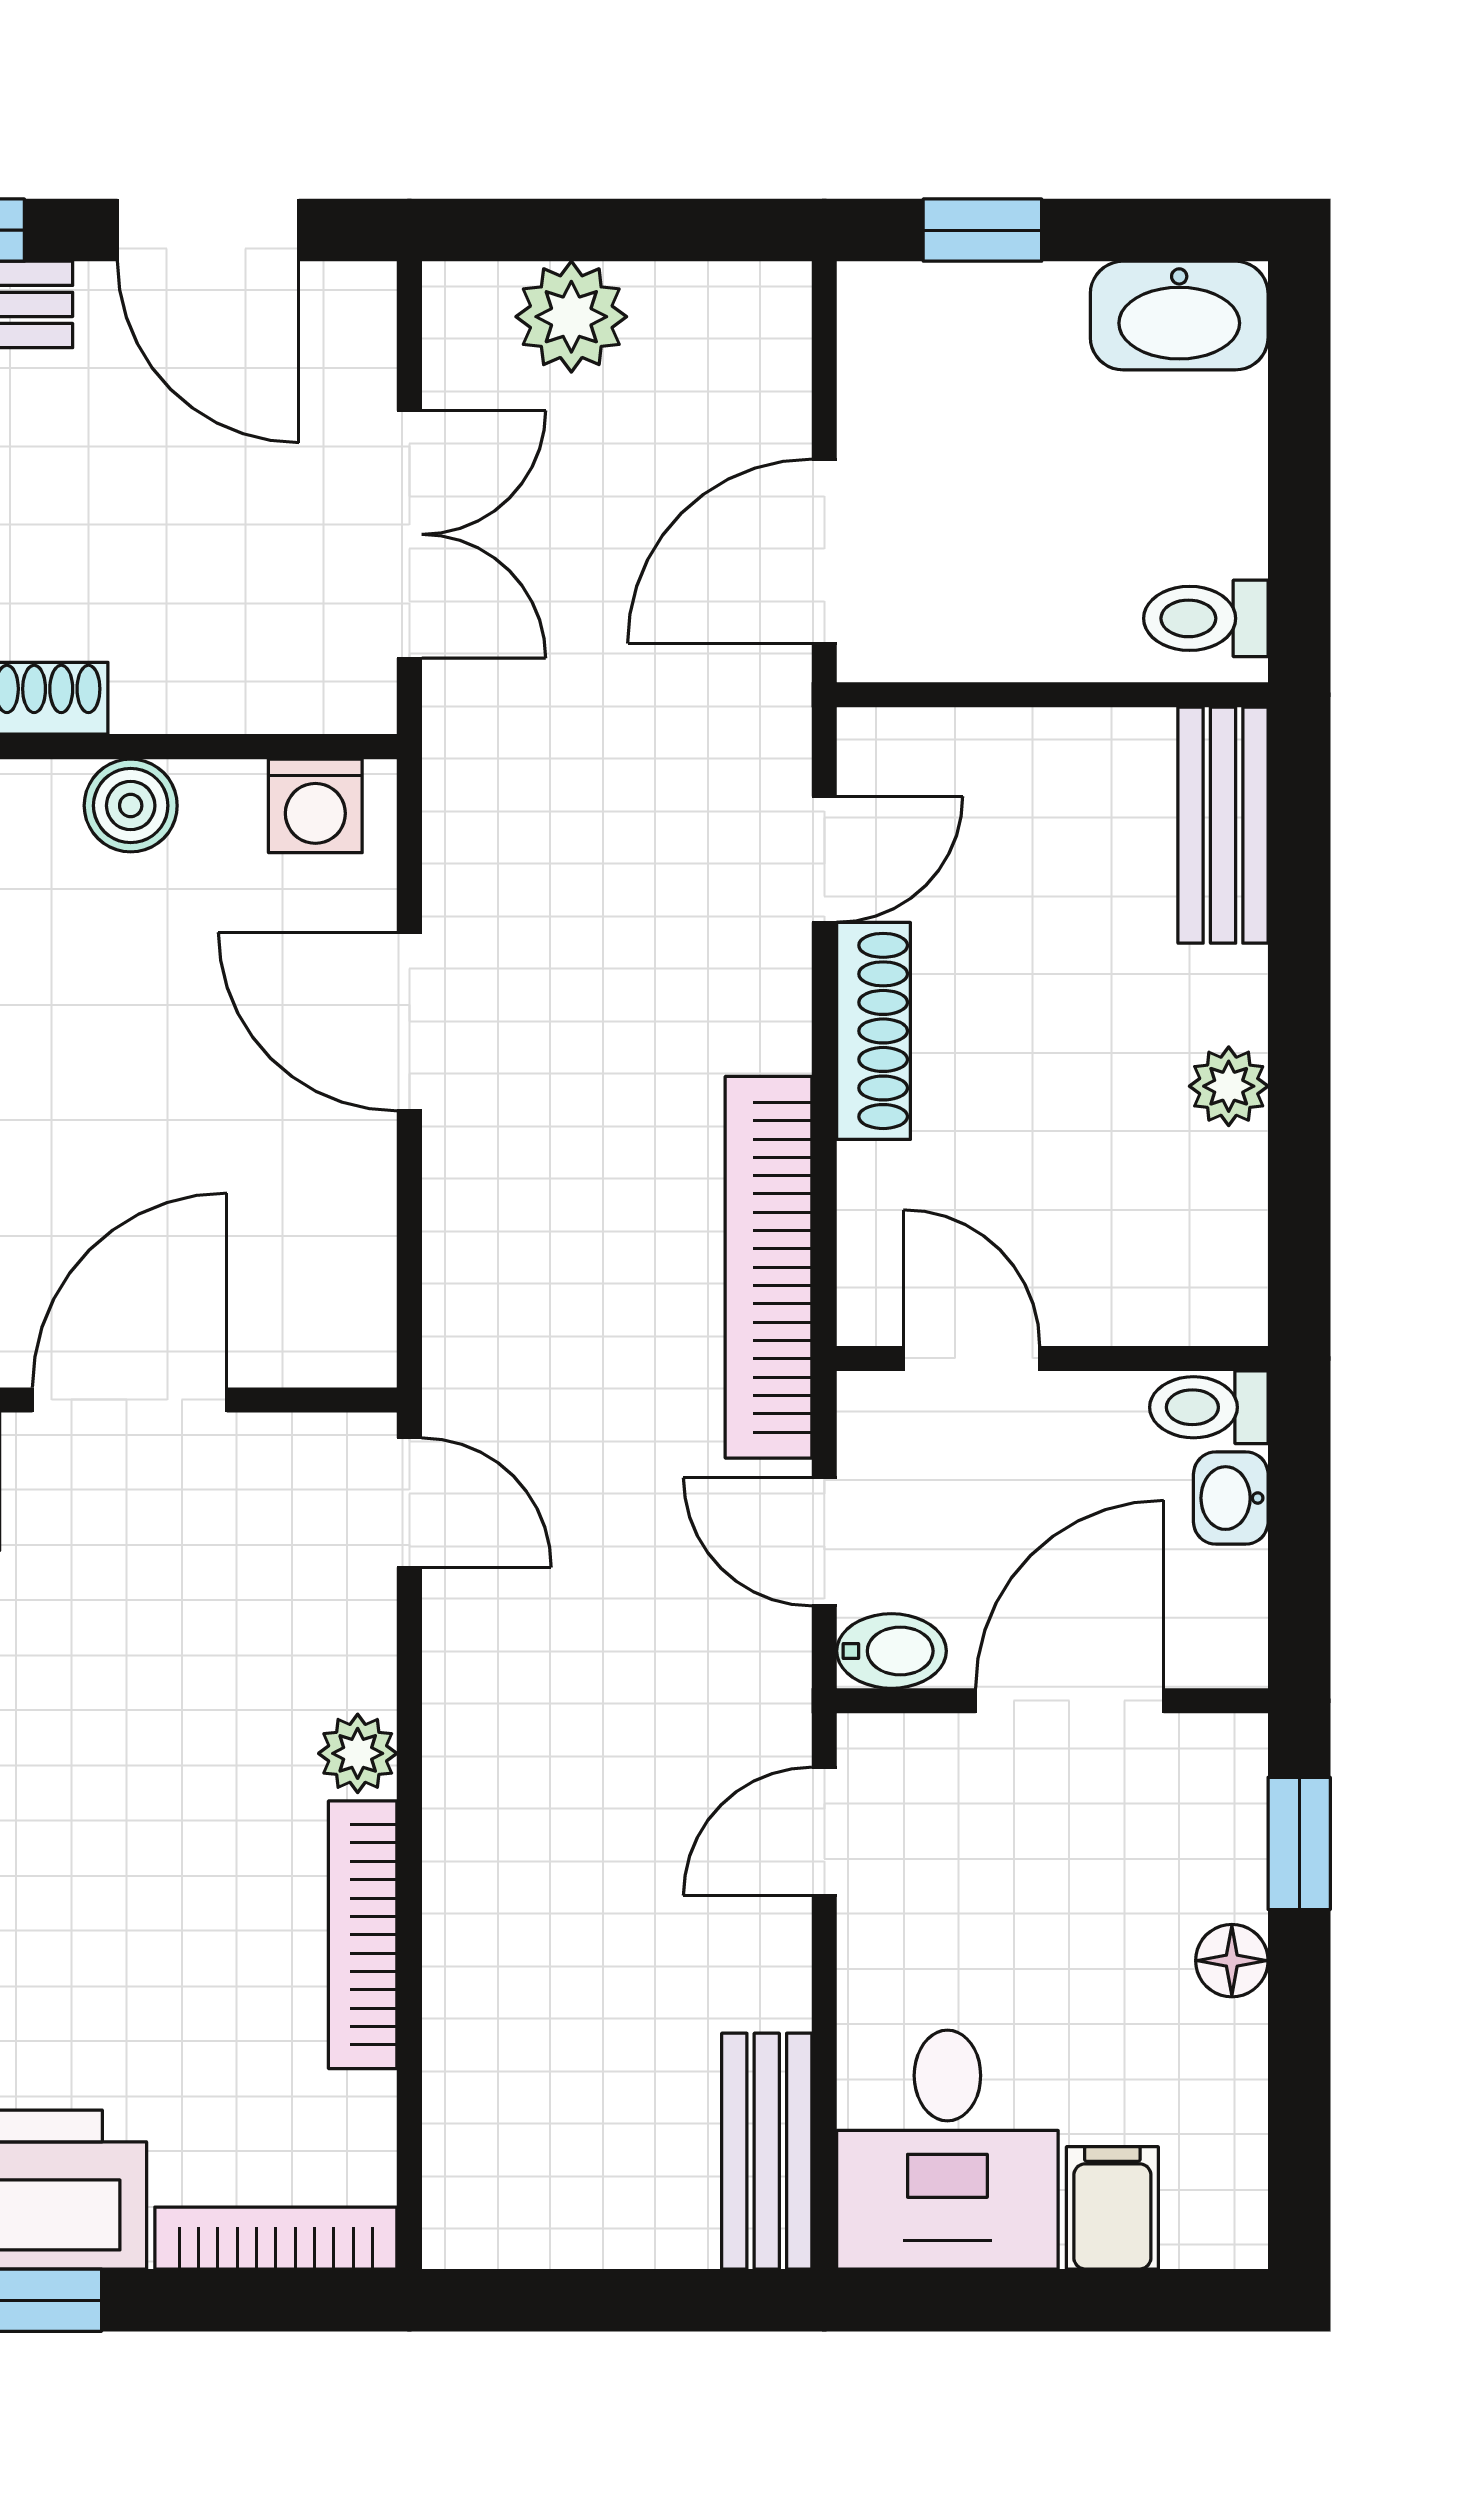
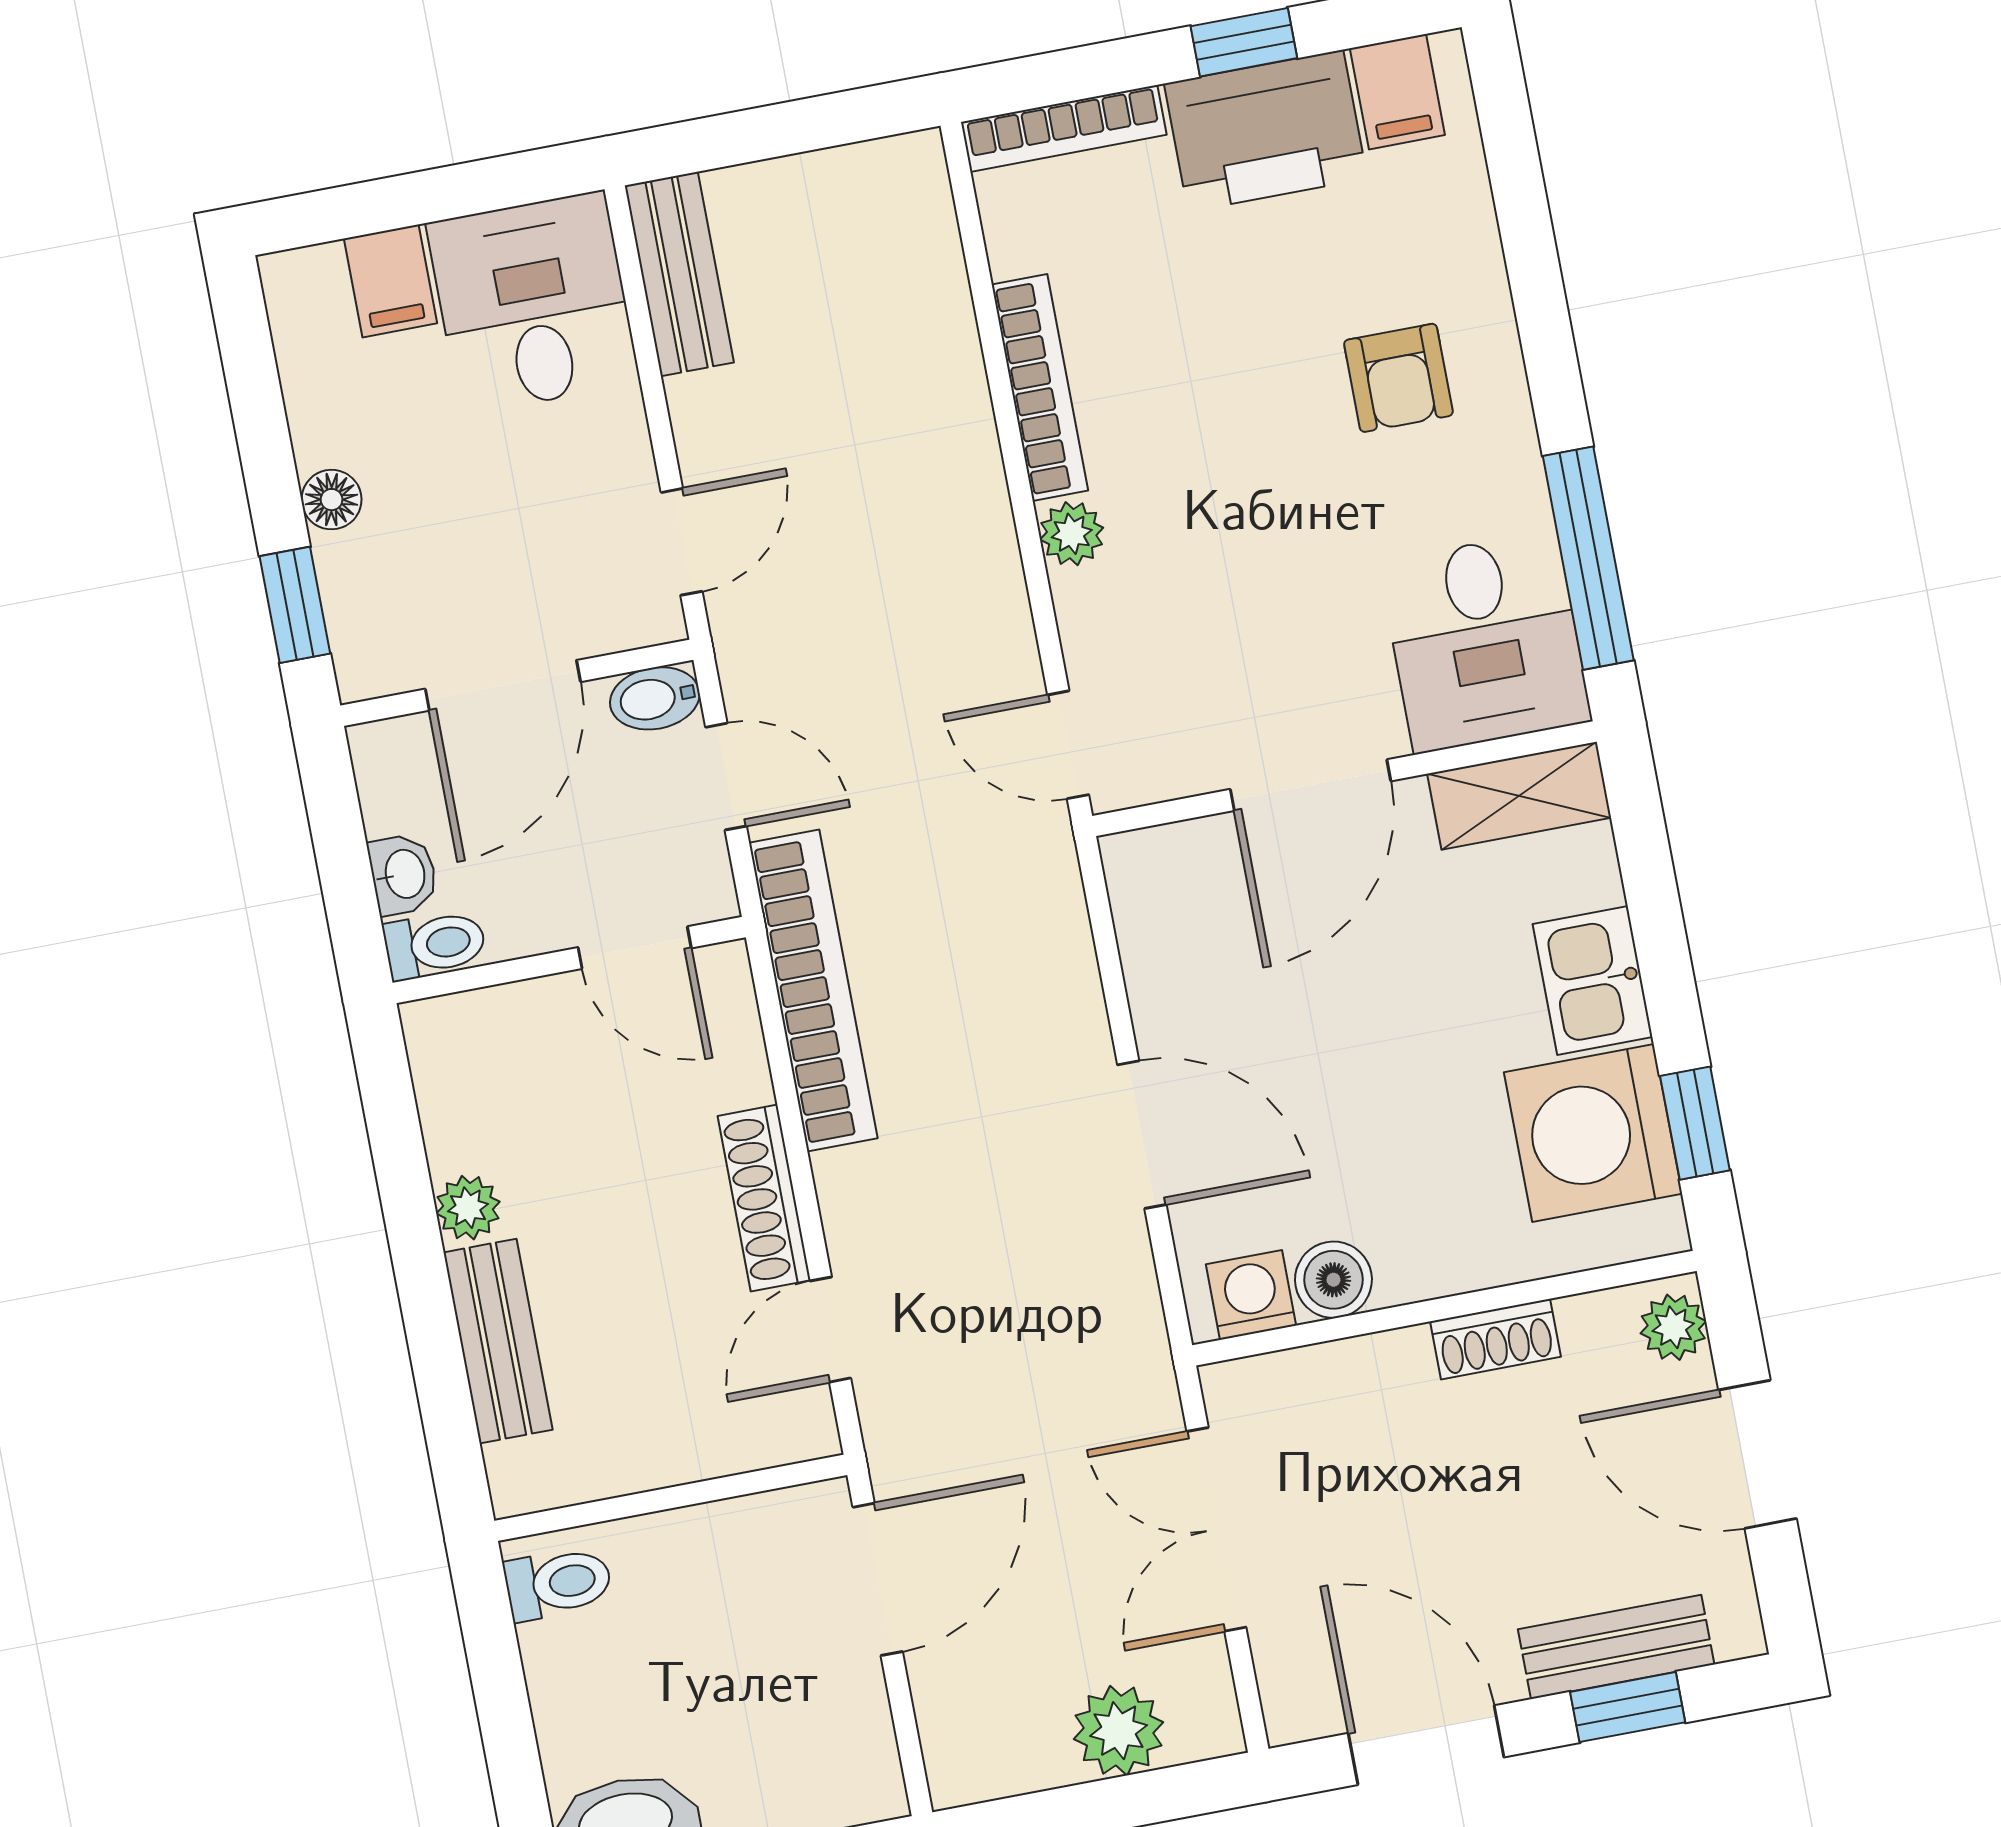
boiler: (131, 806) -> (1333, 1280), moved
bench: (1223, 825) -> (498, 1341), moved

